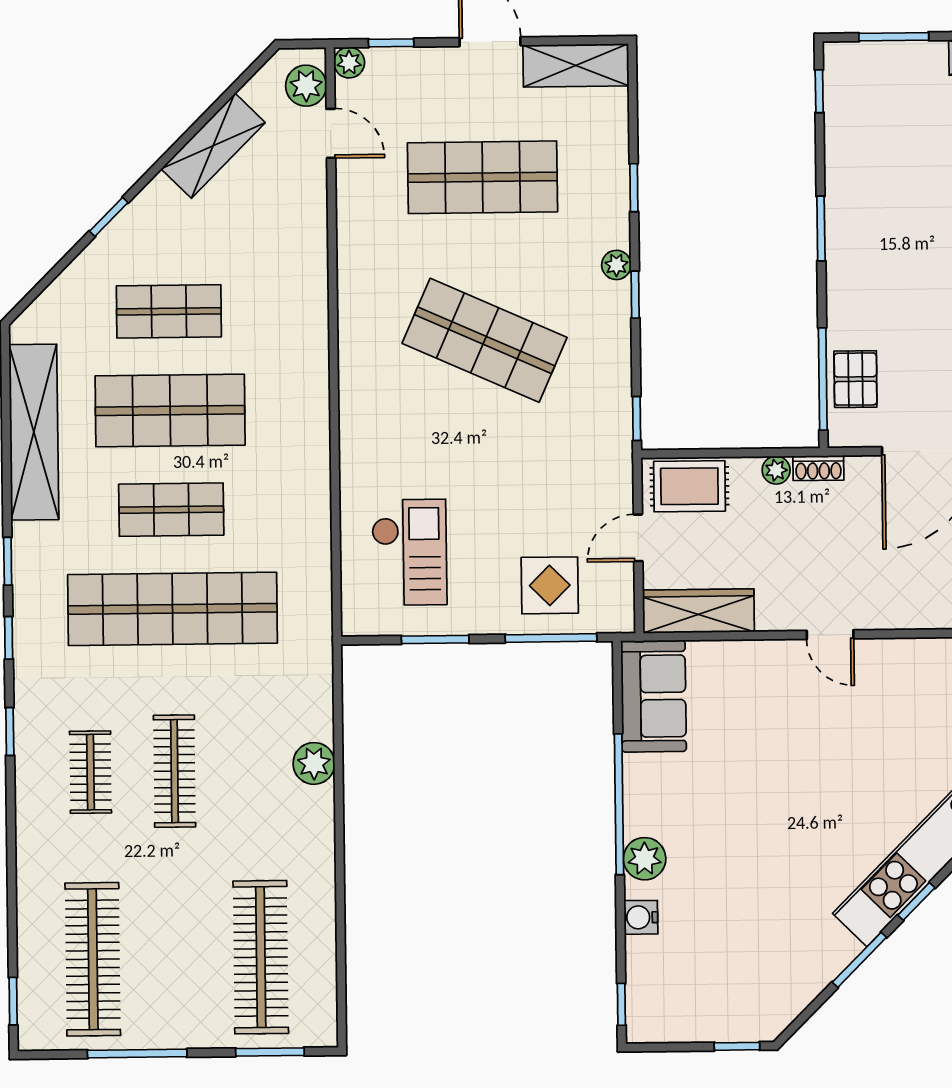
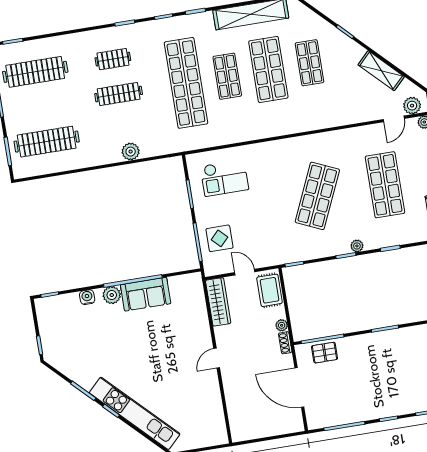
sofa: (654, 696) -> (146, 294), moved

